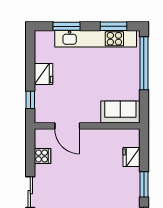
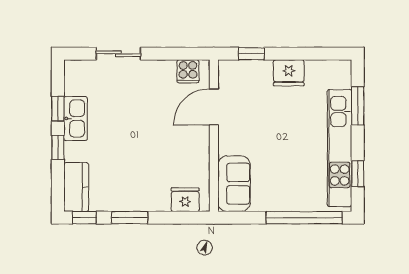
window: (113, 26) -> (358, 174), width x0.67
cooker: (43, 156) -> (188, 71), moved
fridge: (131, 157) -> (185, 200), moved

